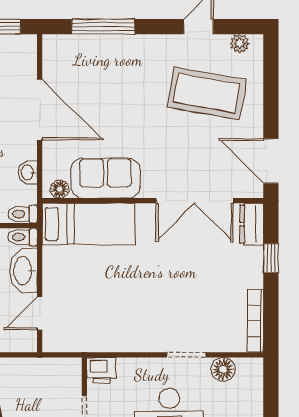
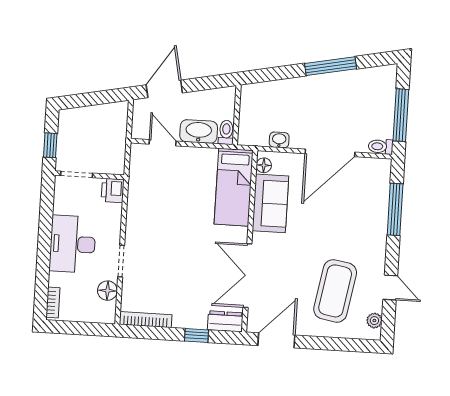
toilet: (23, 214) -> (381, 146), moved, turned -90

